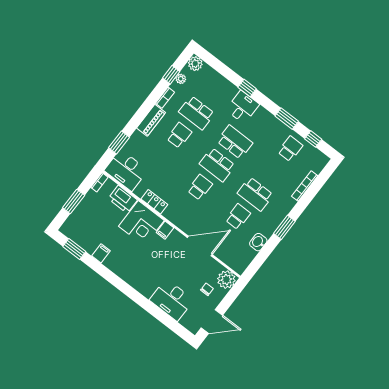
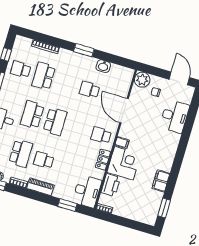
school desk: (200, 187) -> (101, 135), moved
school desk: (255, 194) -> (44, 76), moved, turned 180
window: (74, 202) -> (127, 223), removed
filing cabinet: (101, 253) -> (161, 181), width x2.00

